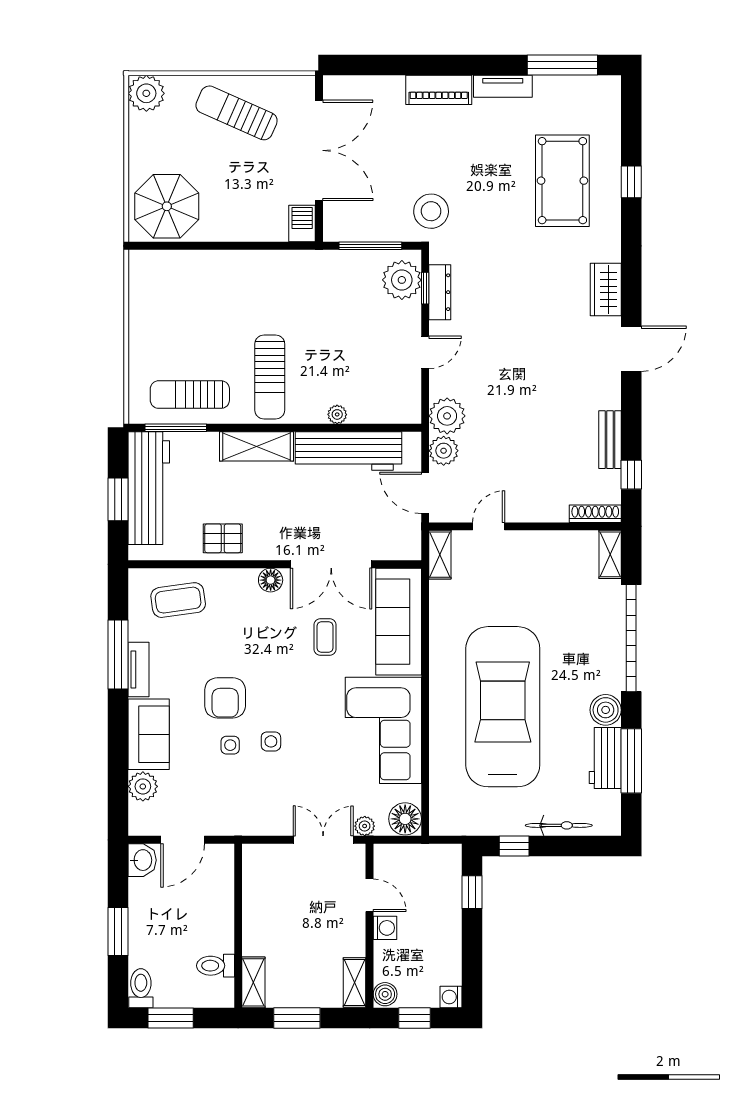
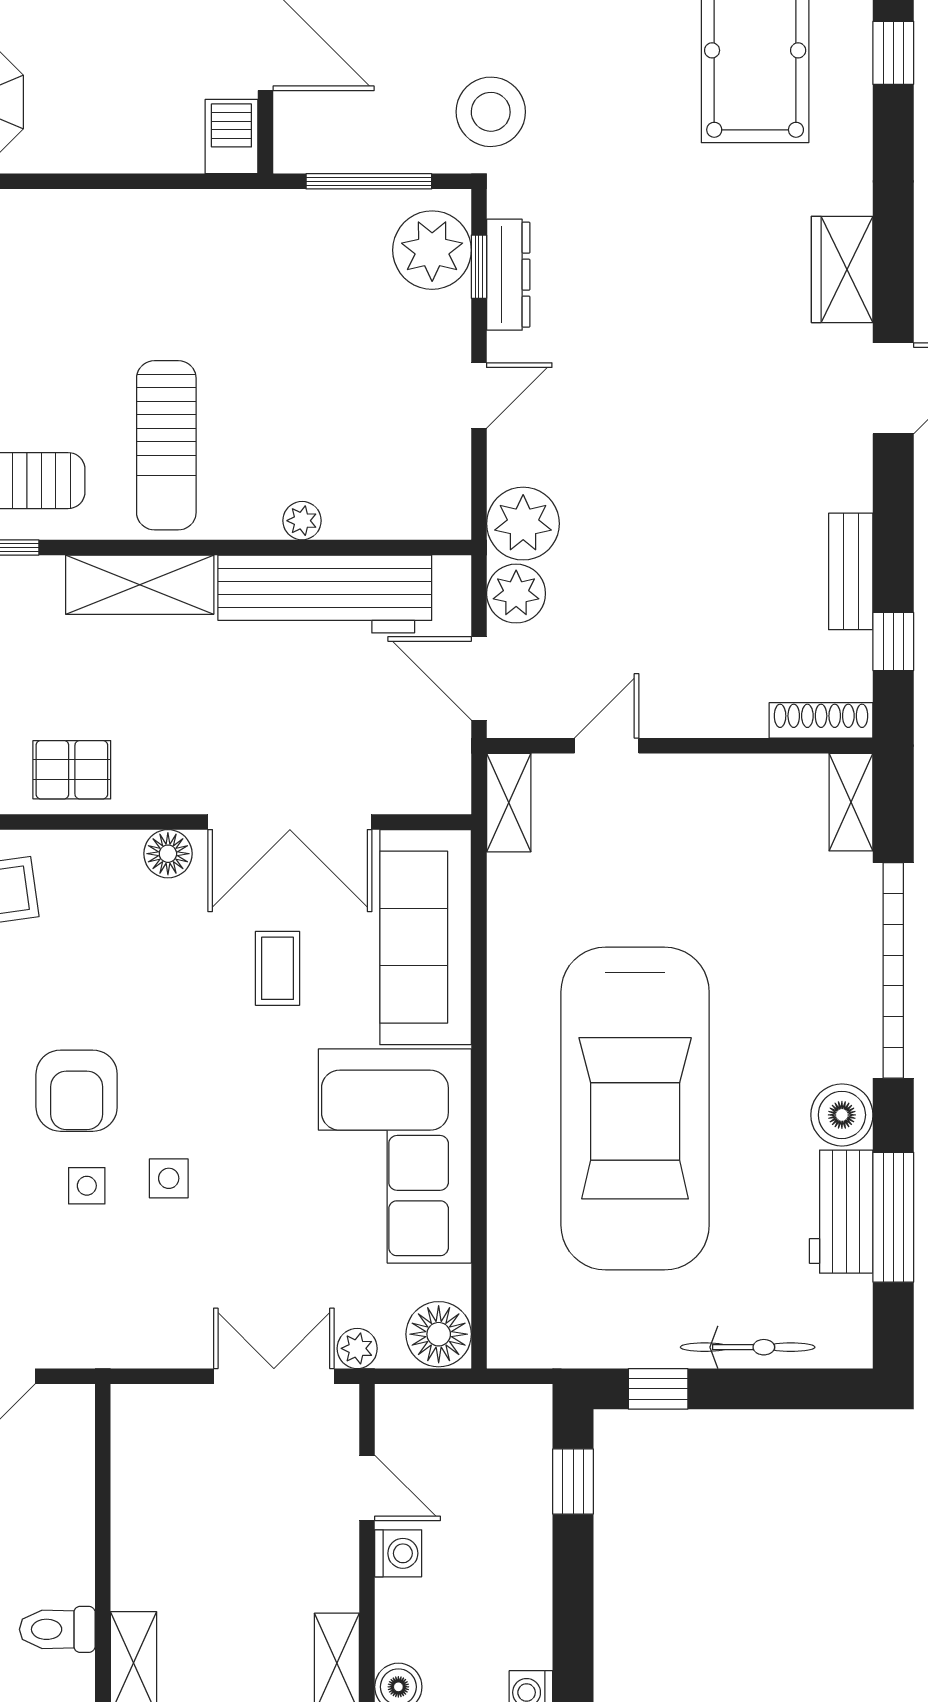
car: (503, 707) -> (635, 1109), turned 180

